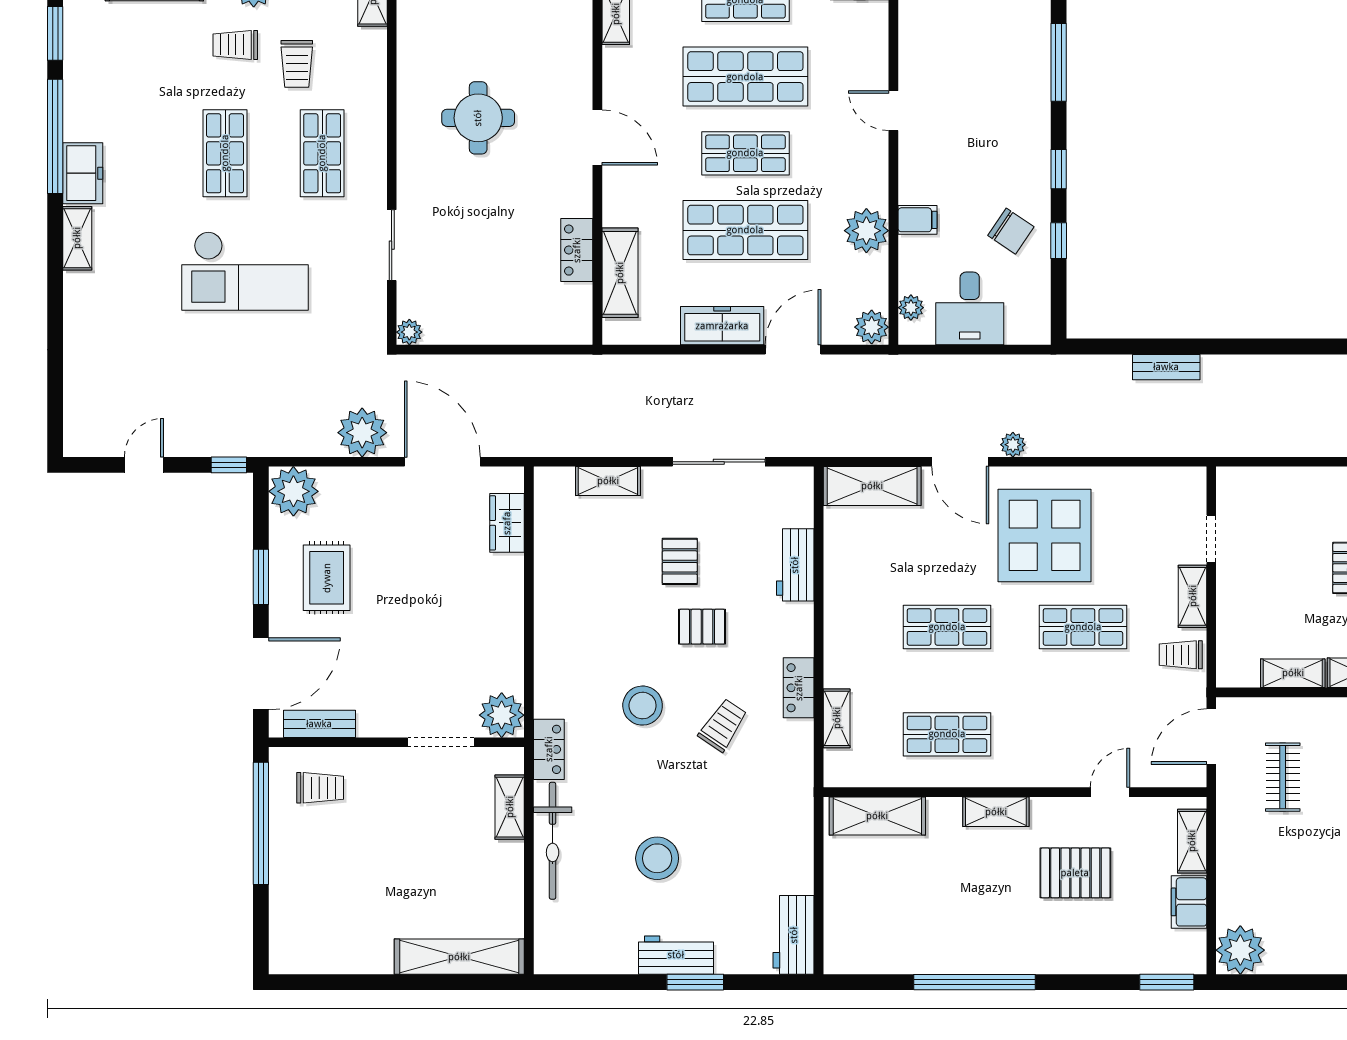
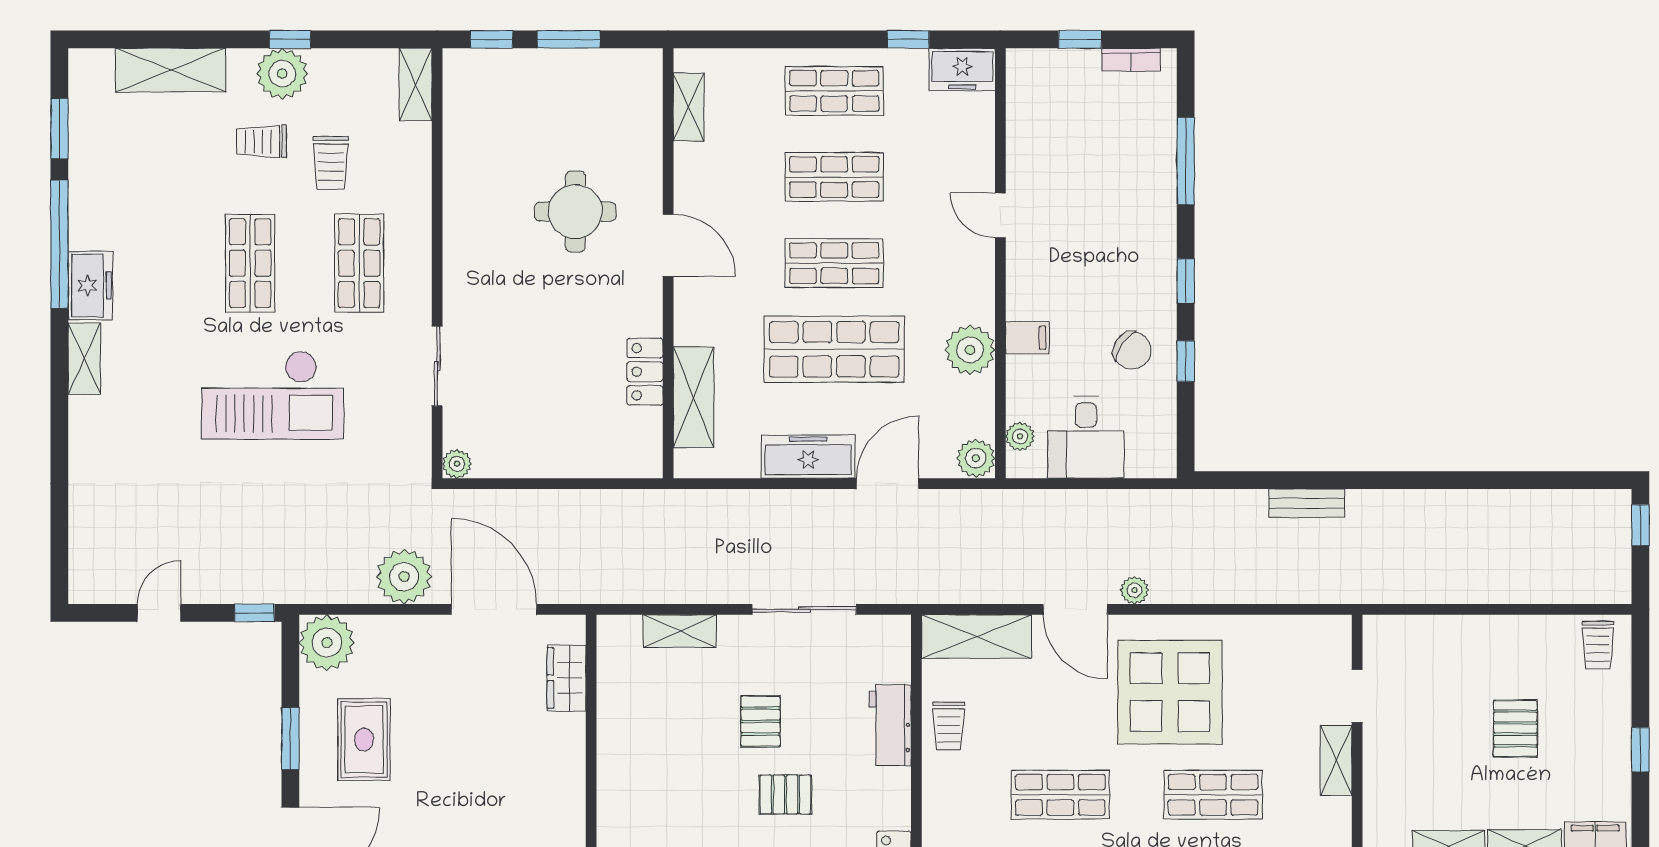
shop shelf: (745, 77) -> (834, 177), width x0.70, depth x0.74
round table: (478, 118) -> (575, 211), moved
trolley: (1181, 655) -> (949, 726), moved, turned -90

